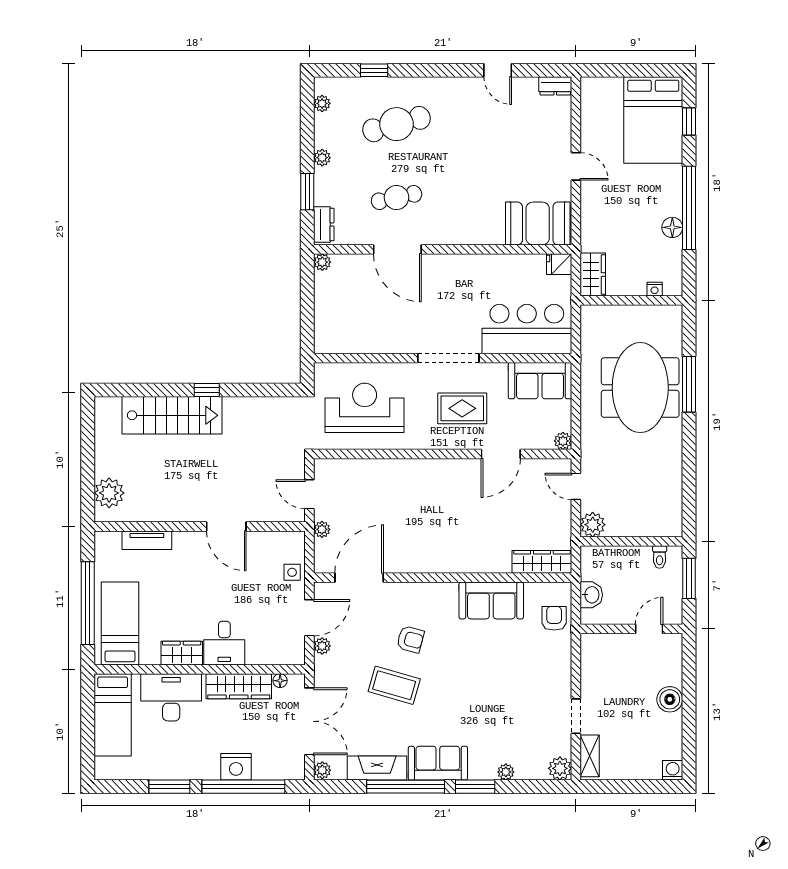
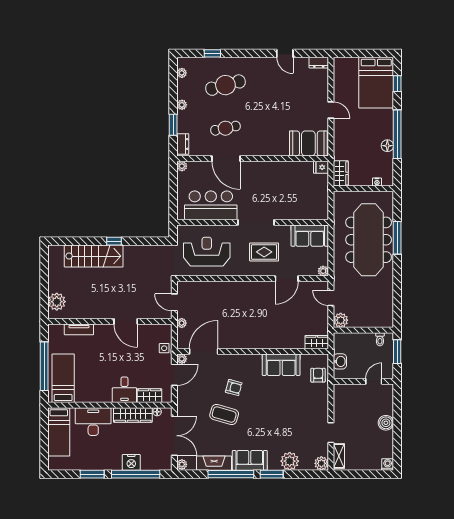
bar counter: (527, 329) -> (211, 205), moved
meeting table: (640, 388) -> (369, 240), width x1.36
wardrobe: (542, 562) -> (317, 342), width x0.67
plant: (322, 646) -> (182, 359), moved
wardrobe: (182, 653) -> (149, 396), moved
plant: (506, 772) -> (290, 461), width x1.88, depth x1.88

